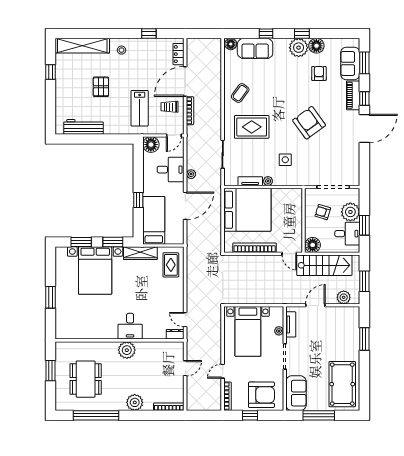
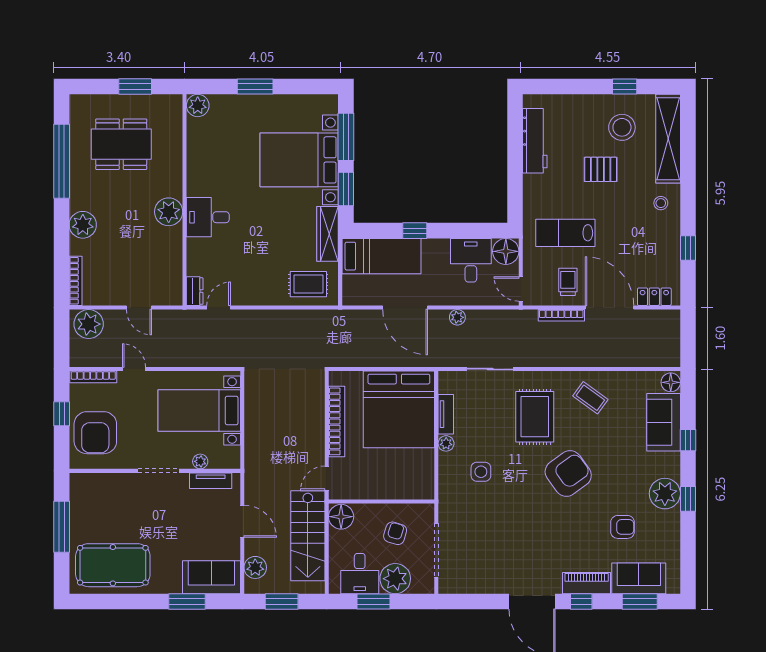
floor lamp: (316, 46) -> (668, 523), removed
stool: (75, 74) -> (622, 127), added
armchair: (309, 123) -> (568, 473), moved
desk: (171, 170) -> (471, 260), moved, turned 180
window: (81, 242) -> (346, 137), width x1.44
plant: (62, 332) -> (198, 106), added
sofa: (296, 393) -> (211, 577), moved, turned 180
plant: (195, 399) -> (89, 324), added

